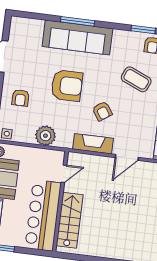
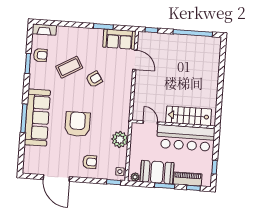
coffee table: (136, 79) -> (69, 67), turned 37
armchair: (102, 111) -> (94, 79), moved
fireplace: (93, 144) -> (124, 100), removed
door: (127, 157) -> (135, 60), moved

